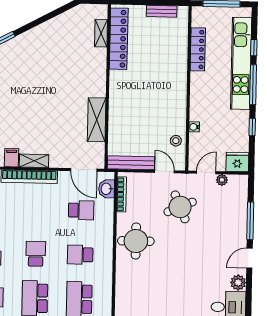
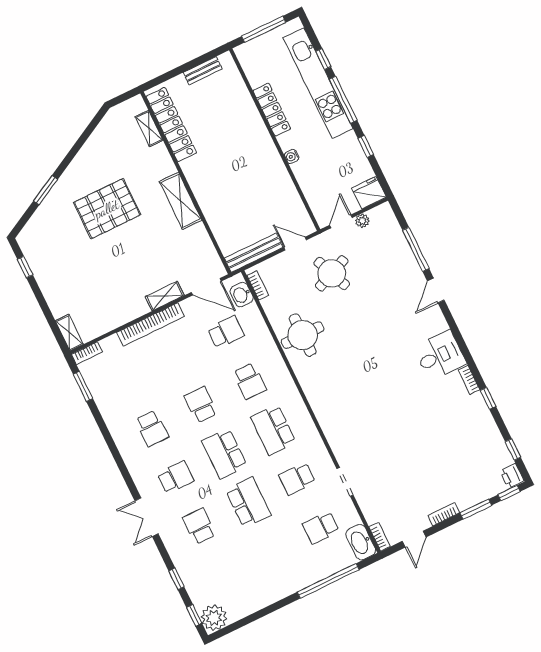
locker: (198, 49) -> (272, 110), moved
pallet: (41, 76) -> (107, 209), added
shelving: (97, 120) -> (181, 201), moved
water cooler: (194, 127) -> (292, 156), moved
stool: (176, 141) -> (290, 204), removed
filing cabinet: (12, 158) -> (121, 314), removed
shelving: (34, 161) -> (165, 296), moved
bookcase: (122, 194) -> (258, 285), width x0.64
school desk: (80, 255) -> (250, 381), turned -90
plant: (238, 283) -> (437, 323), removed

